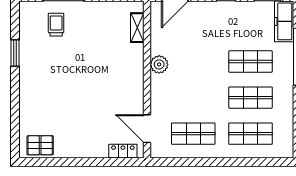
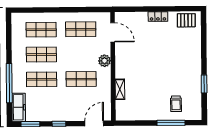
shelving: (137, 28) -> (120, 89), moved
shop shelf: (193, 62) -> (81, 79), added
plant: (159, 64) -> (104, 61), moved
locker: (123, 151) -> (158, 17), moved

